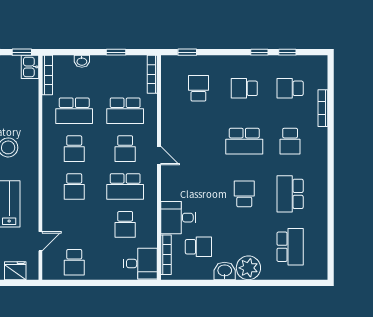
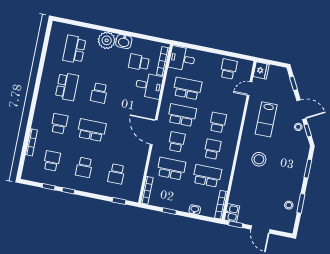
school desk: (244, 88) -> (84, 167), turned 90
school desk: (290, 88) -> (52, 161), turned -90
door: (159, 156) -> (154, 132), width x1.88
school desk: (125, 224) -> (187, 88), width x1.85
fridge: (15, 271) -> (261, 70), moved, turned -90

